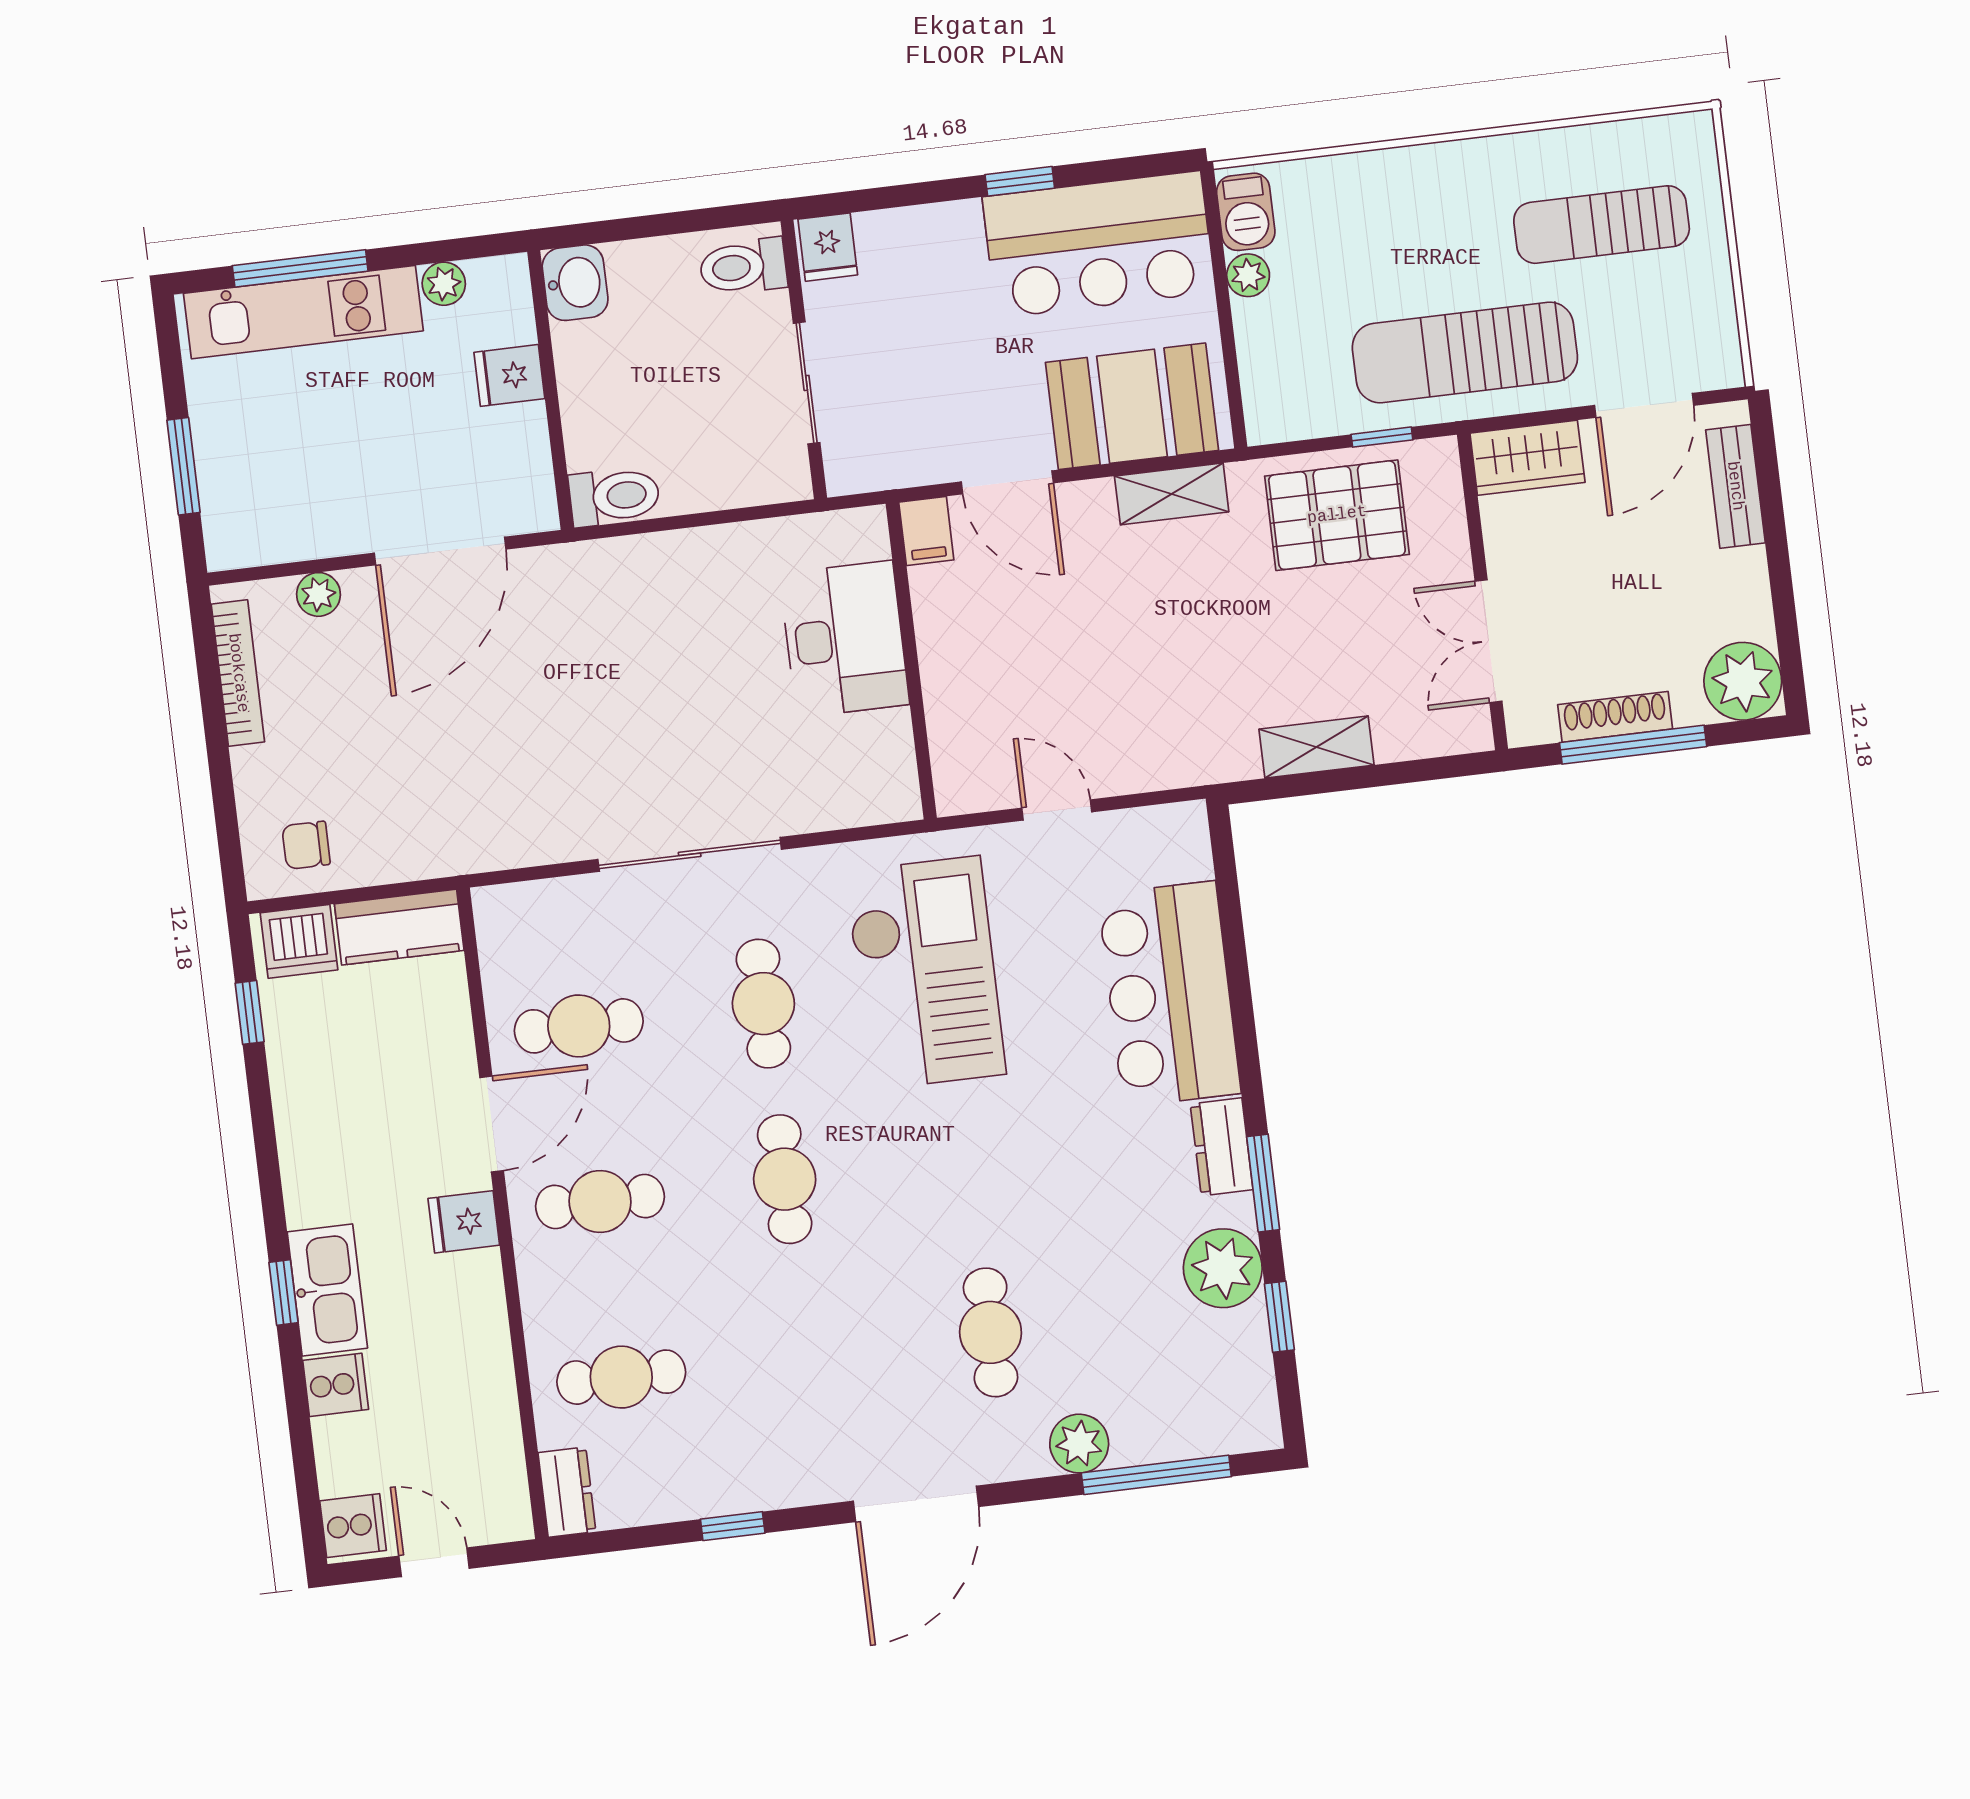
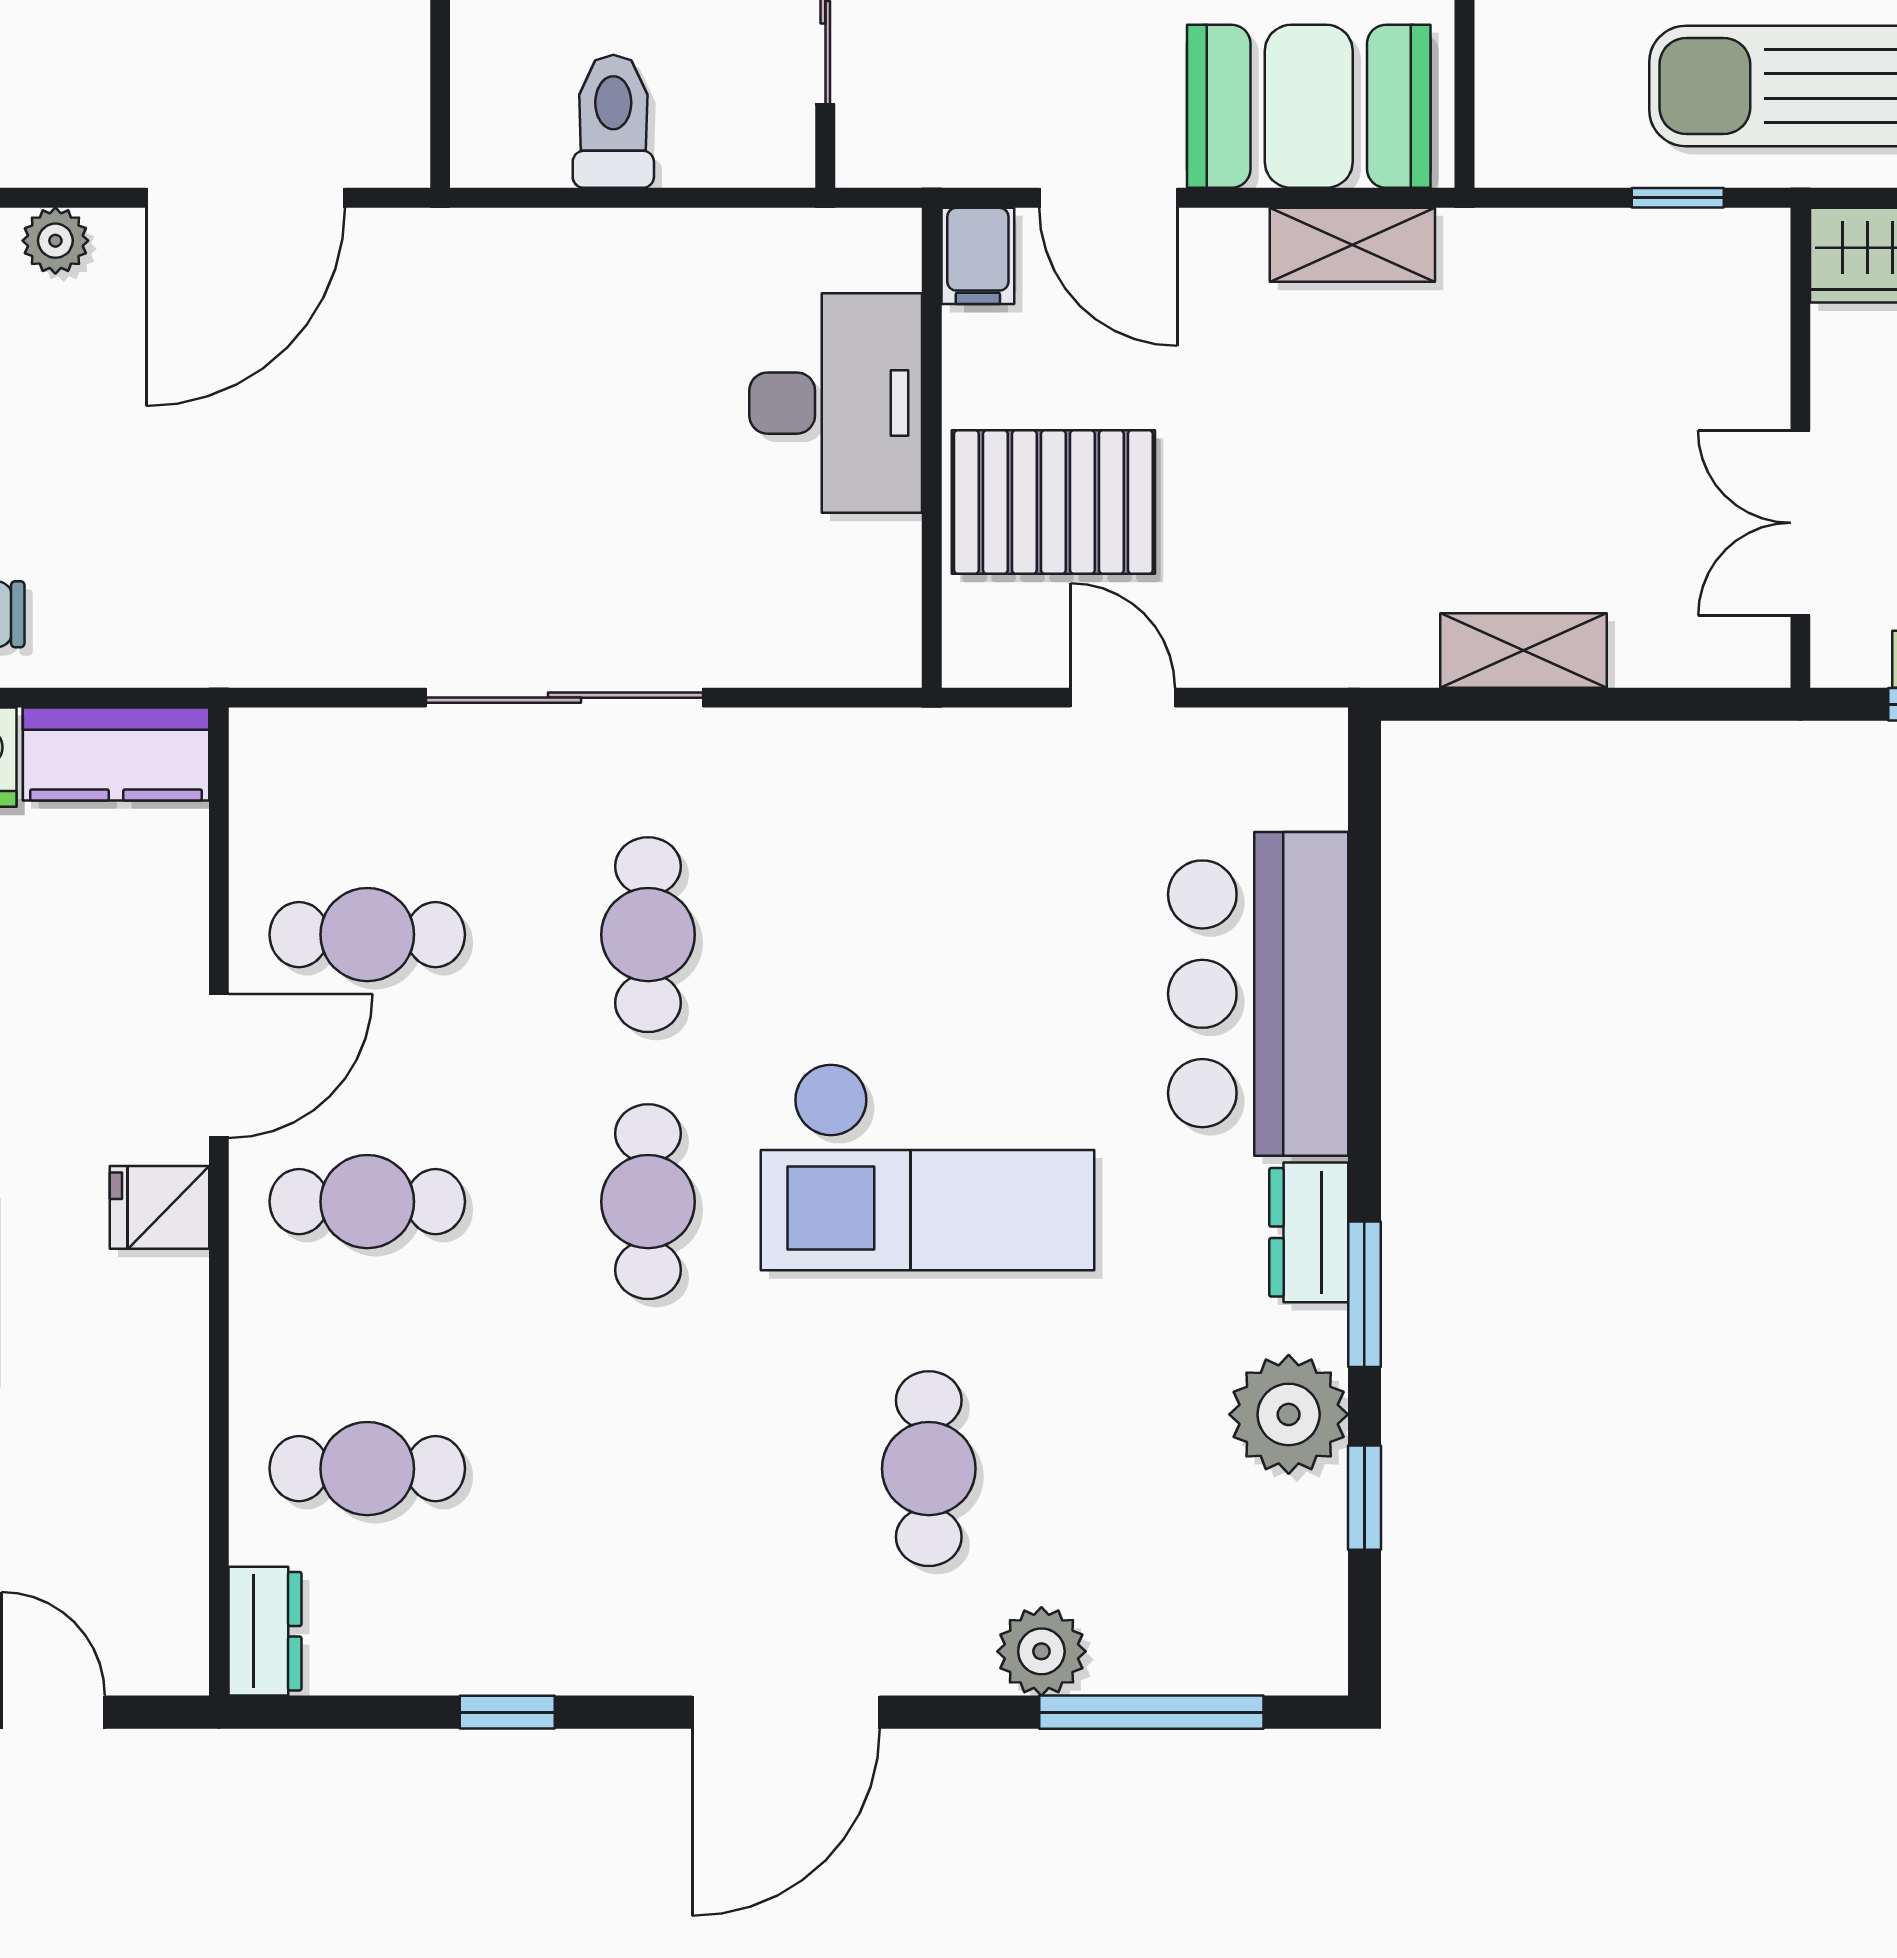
toilet: (614, 496) -> (613, 121), moved, turned -90
pallet: (1337, 515) -> (1053, 502), moved
checkout: (925, 973) -> (928, 1166), moved, turned 90

